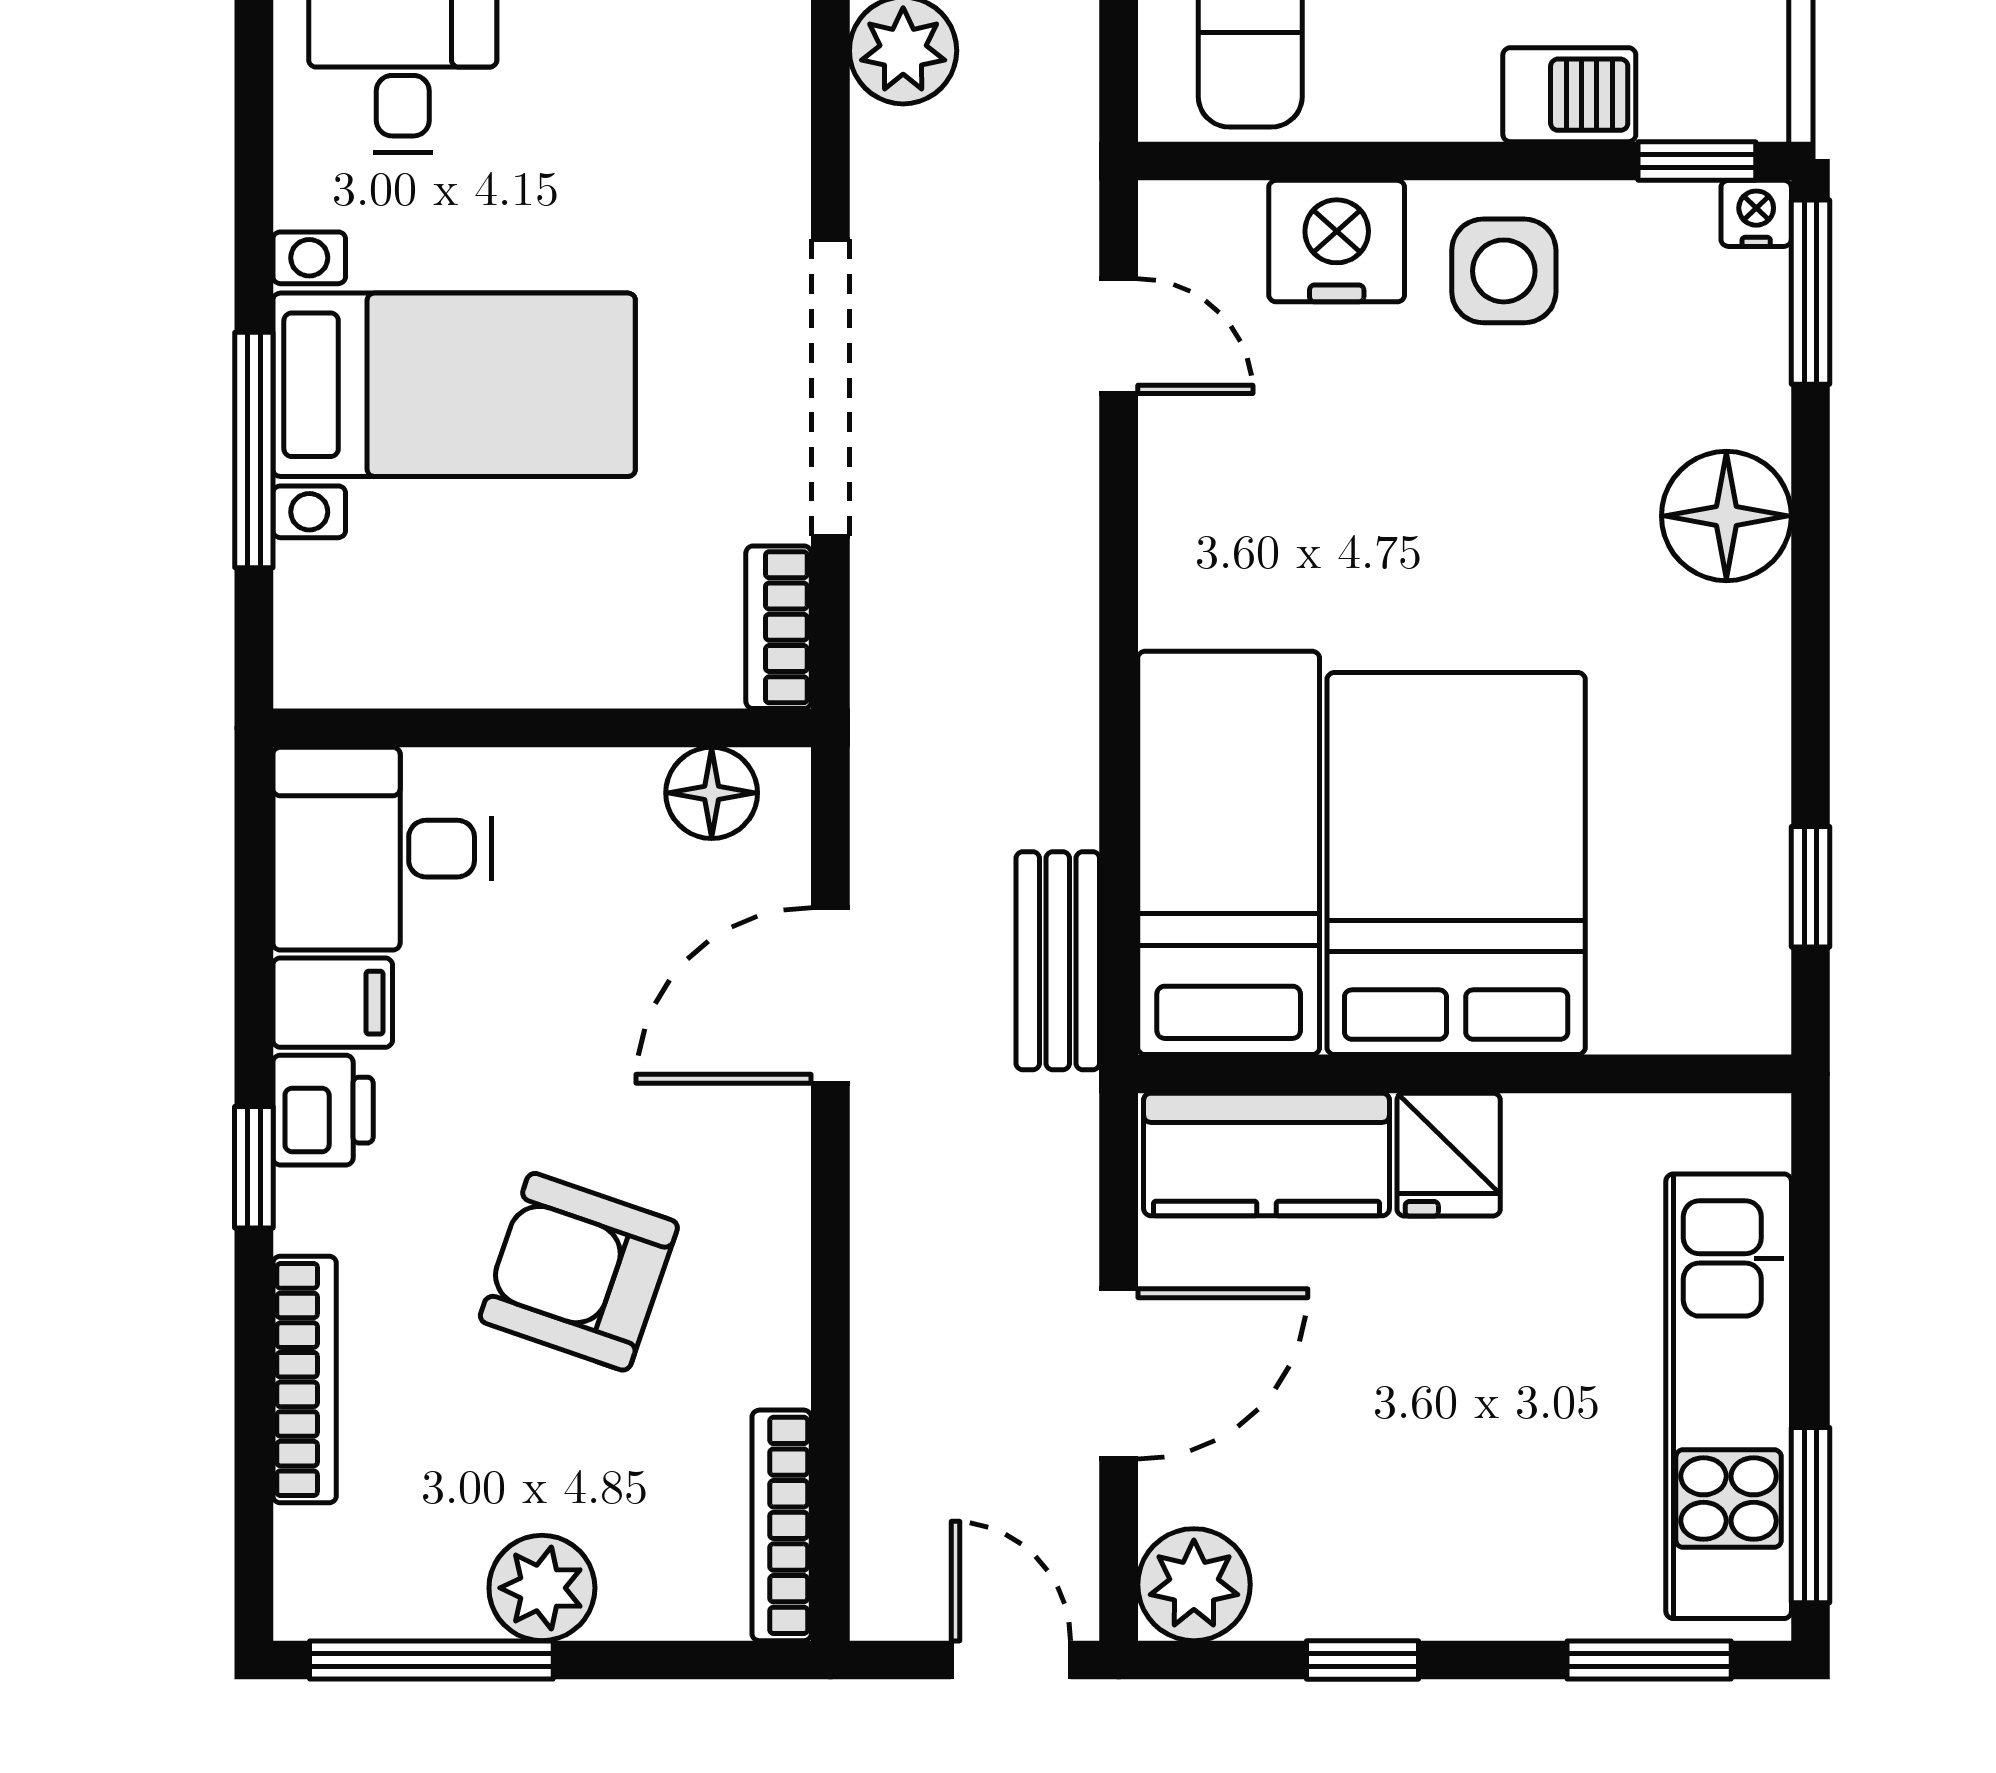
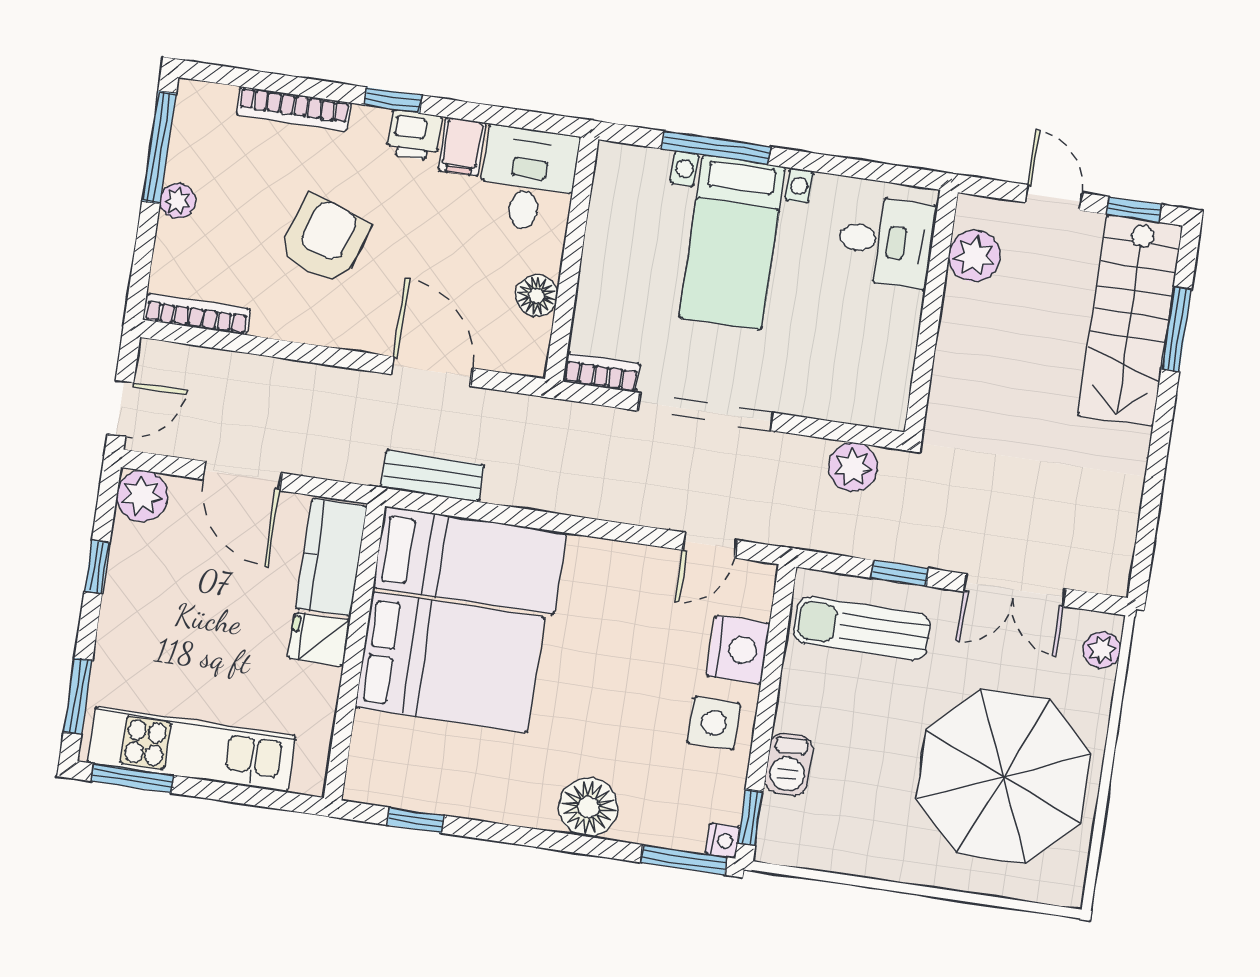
floor lamp: (712, 793) -> (536, 296), moved
plant: (542, 1588) -> (178, 201), width x0.73, depth x0.73

